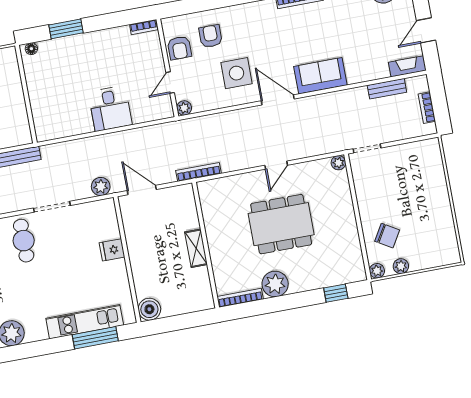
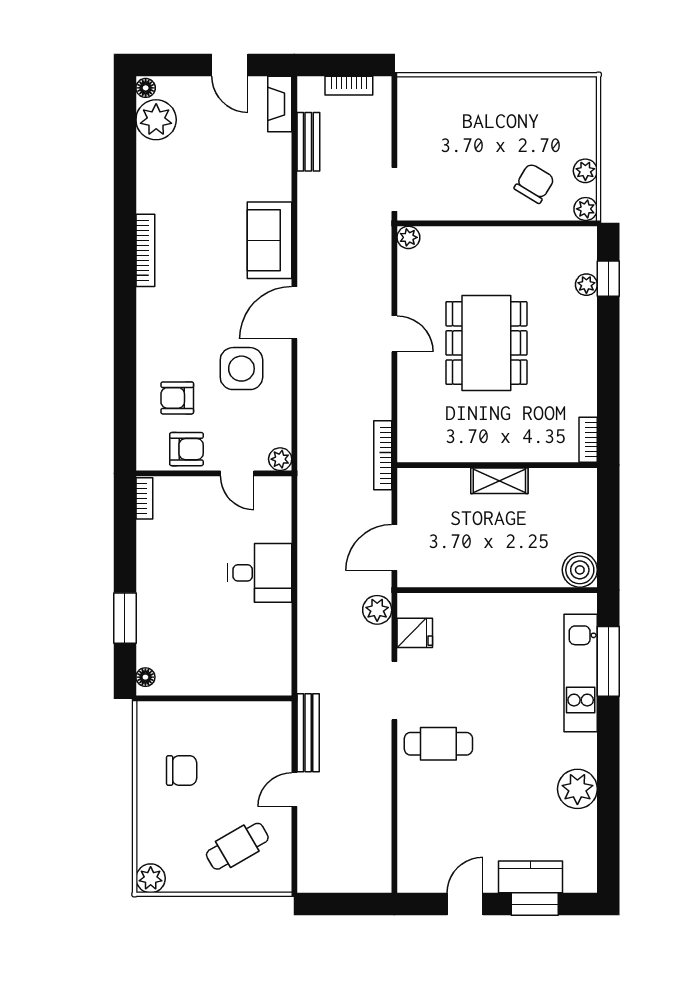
fridge: (112, 250) -> (415, 633), moved, turned -90
plant: (275, 284) -> (586, 285), moved, width x0.53, depth x0.53
bookcase: (240, 298) -> (588, 440), width x0.64

